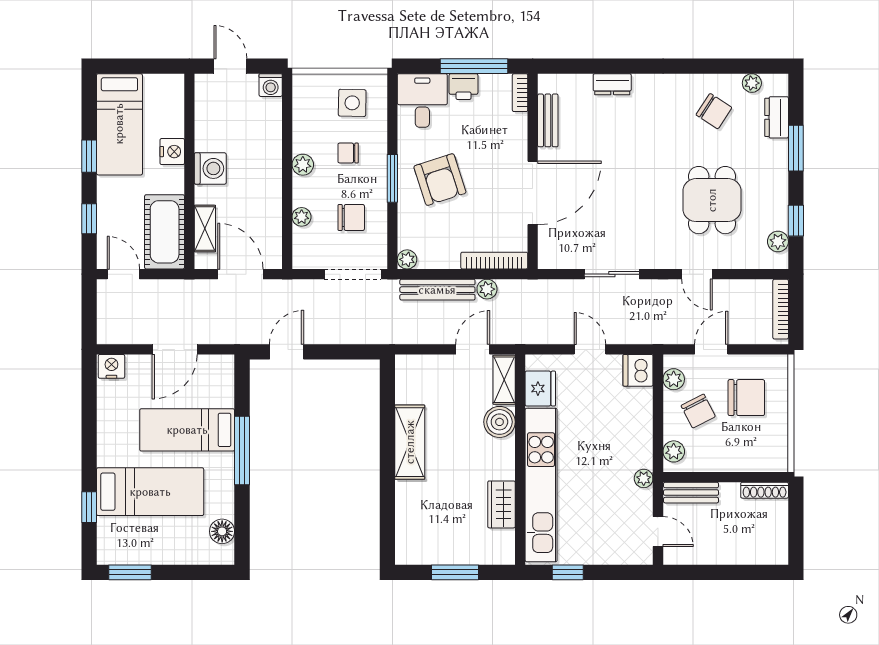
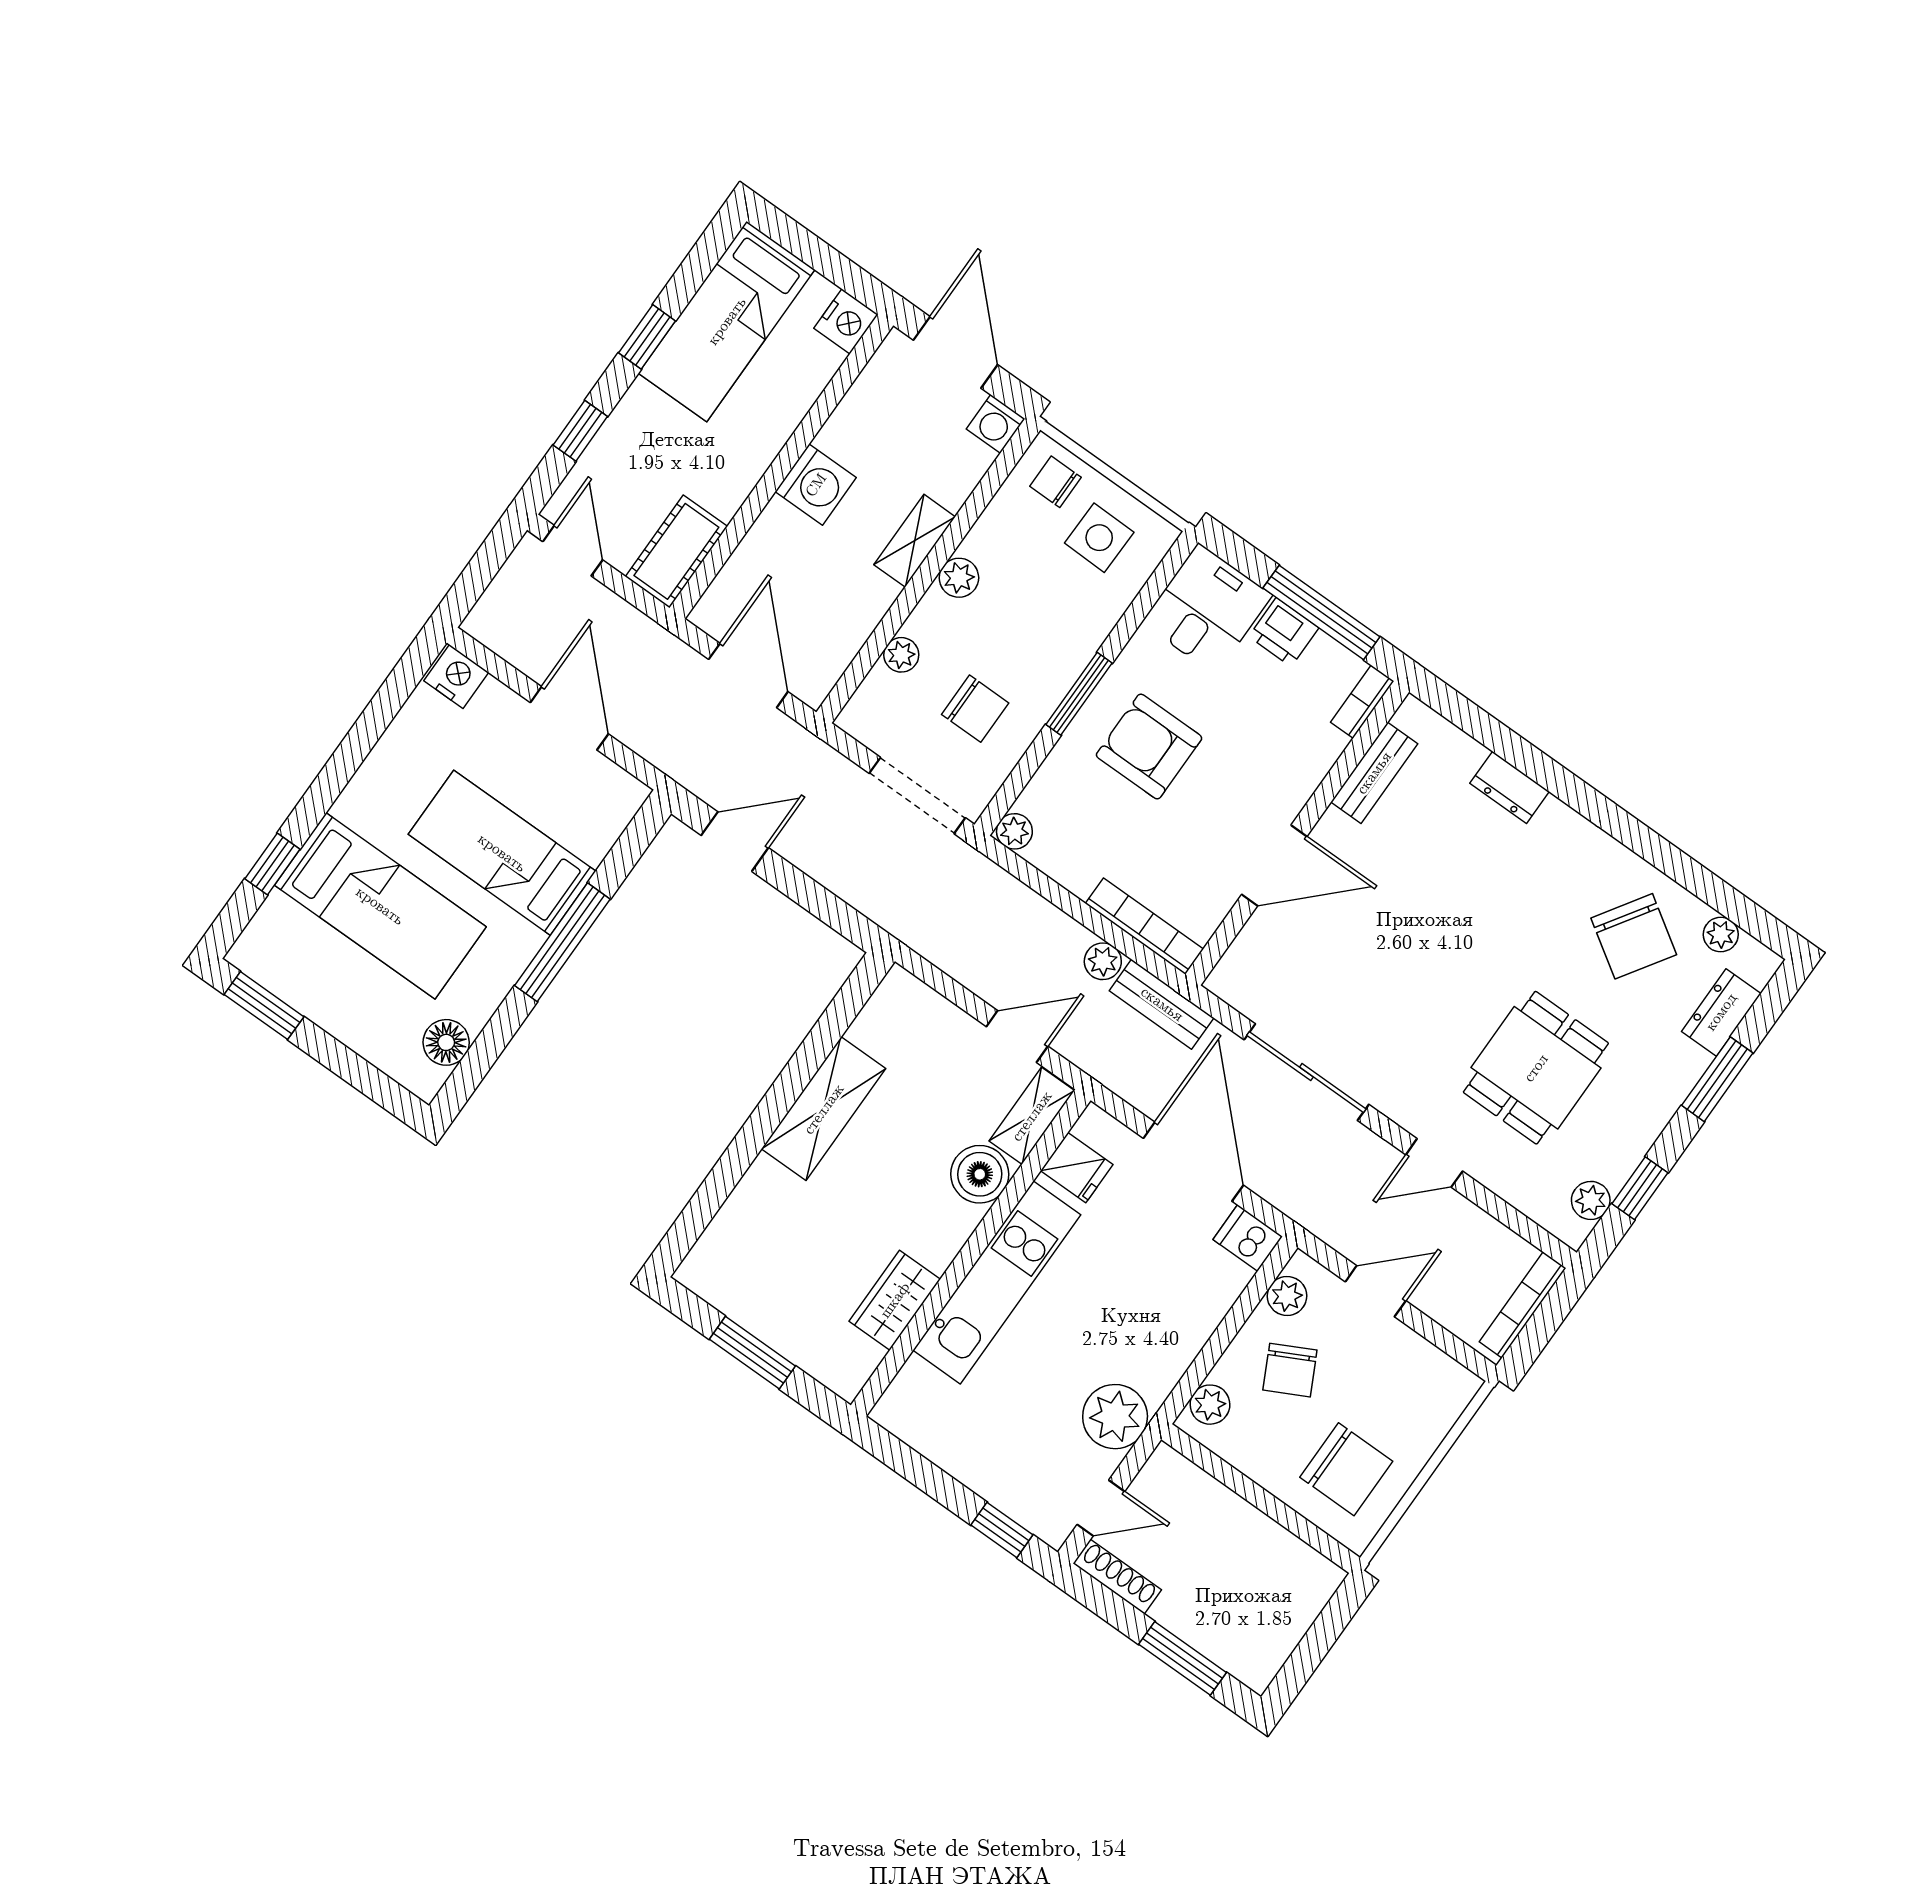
door: (230, 66) -> (955, 352), width x1.38
chair: (714, 111) -> (1634, 936), width x1.37, depth x1.37
nightstand: (172, 152) -> (846, 321), moved
chair: (348, 153) -> (1055, 482), moved
armchair: (440, 180) -> (1149, 747), turned 108
door: (533, 193) -> (1274, 865), width x0.73
shelving: (205, 229) -> (915, 541), moved
cot: (165, 232) -> (676, 551), width x0.73, depth x0.75
sliding door: (612, 274) -> (1306, 1072), width x1.37
door: (697, 274) -> (1434, 1163), hinge flipped
bench: (437, 290) -> (1162, 1004), moved, width x0.73
door: (175, 349) -> (569, 718), swing flipped
door: (590, 349) -> (1193, 1162), width x1.87
dishwasher: (638, 370) -> (1248, 1238), width x0.73
fridge: (540, 389) -> (1077, 1168), width x0.72
chair: (746, 398) -> (1346, 1469), moved
plant: (644, 478) -> (1115, 1417), width x1.88, depth x1.88
kitchen unit: (541, 485) -> (997, 1283), width x0.73
shoe rack: (765, 490) -> (1117, 1577), moved, turned 180
bench: (691, 493) -> (1192, 1485), removed
door: (658, 532) -> (1101, 1508), hinge flipped
window: (568, 572) -> (1002, 1530), moved
window: (741, 572) -> (1183, 1658), added

